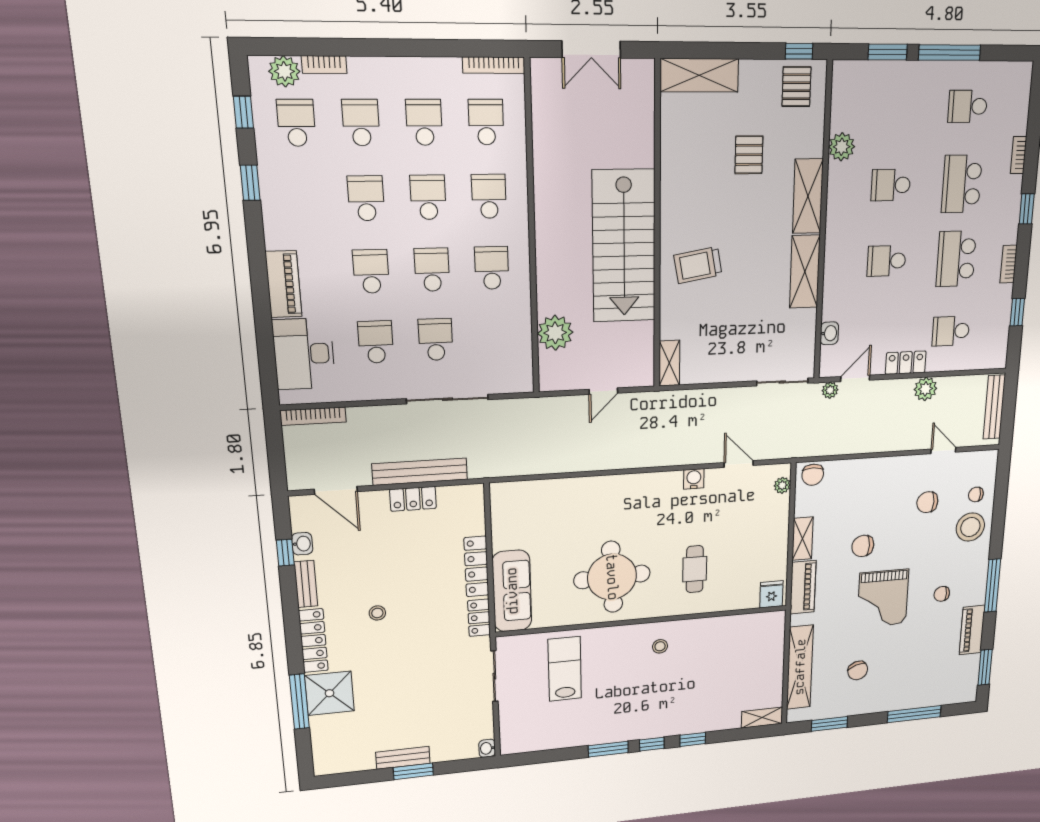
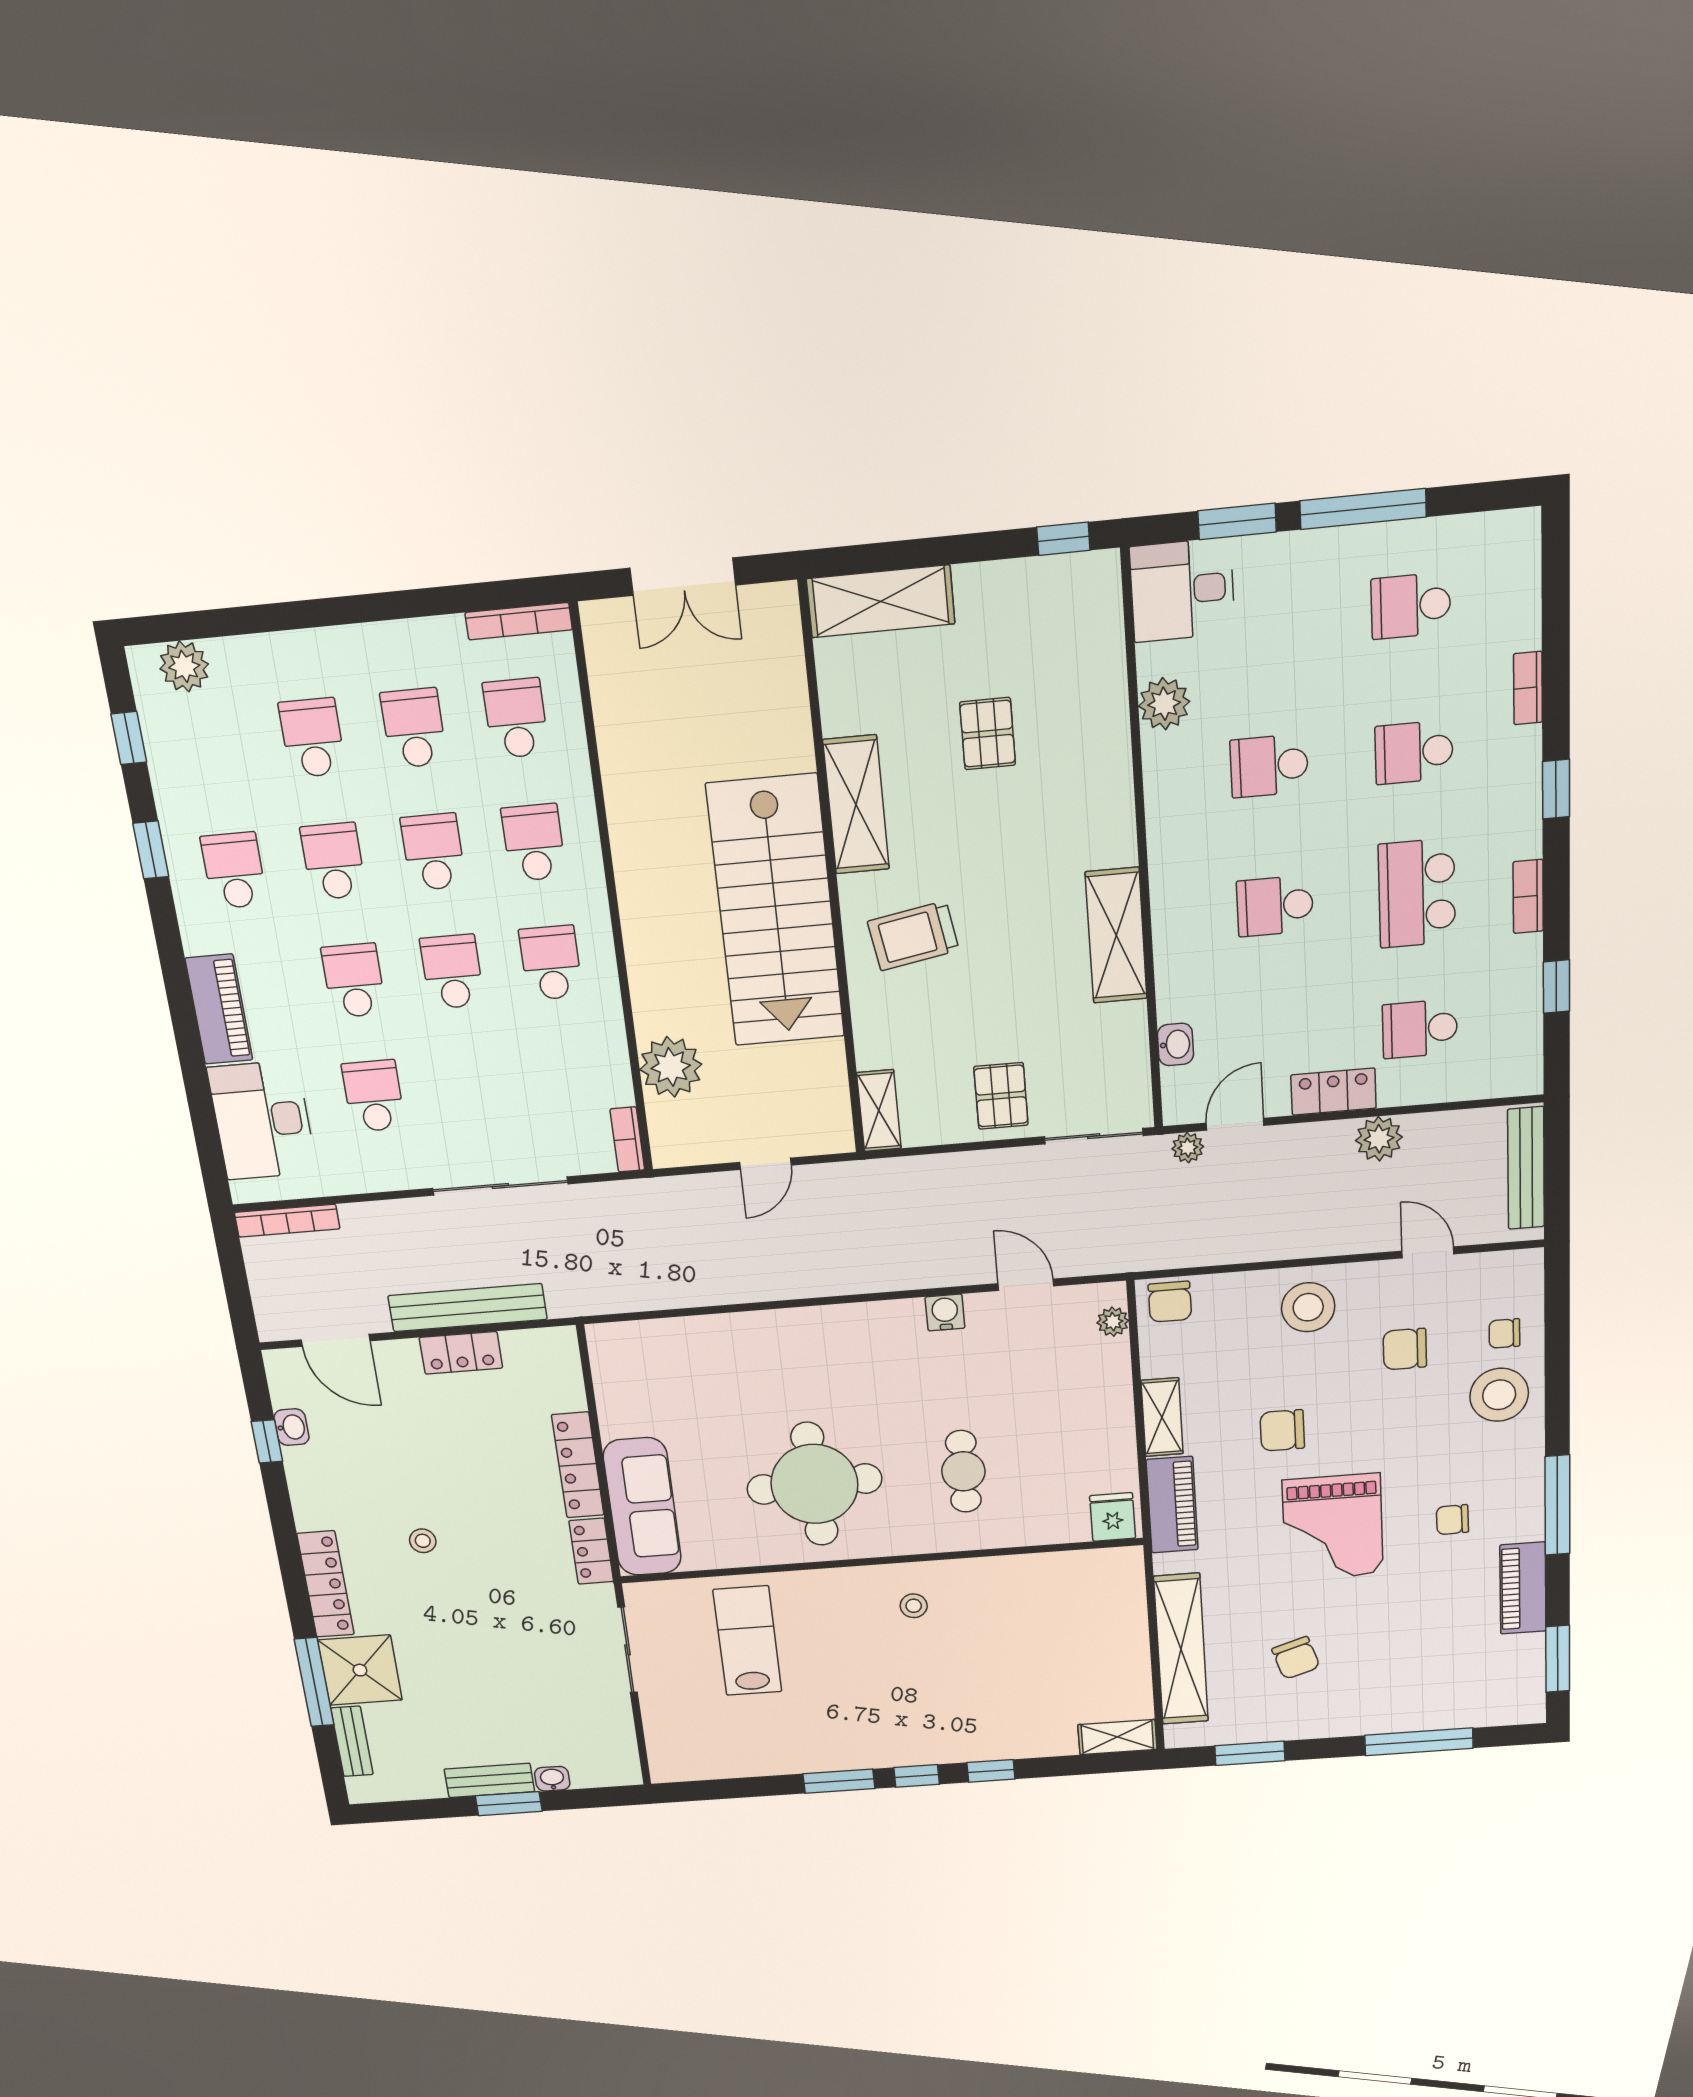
bookcase: (324, 65) -> (627, 1139), moved, turned 90
desk: (857, 86) -> (1182, 590), added
pallet: (797, 87) -> (1001, 1096), moved
school desk: (296, 123) -> (234, 870), moved
school desk: (962, 184) -> (1414, 752), width x0.54
shelving: (808, 196) -> (856, 805), moved
school desk: (436, 340) -> (470, 1088), removed
stool: (882, 479) -> (1308, 1307), added
bench: (306, 584) -> (352, 1741), moved
washbasin: (487, 748) -> (552, 1779), moved, turned 90

